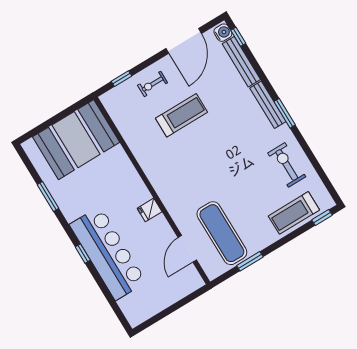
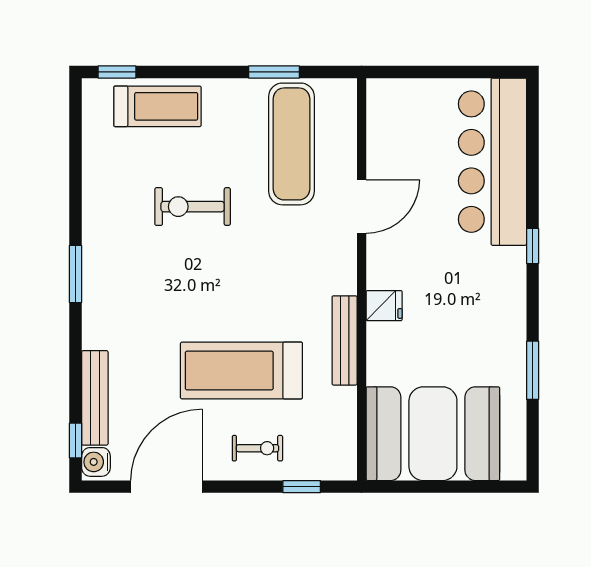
bench: (268, 105) -> (345, 340), moved
treadmill: (182, 115) -> (241, 370), width x1.37, depth x1.38
exercise bike: (287, 165) -> (193, 207), moved, turned 90
fridge: (150, 210) -> (384, 306), moved
door: (187, 249) -> (362, 207), moved
bar counter: (108, 253) -> (492, 162), moved

